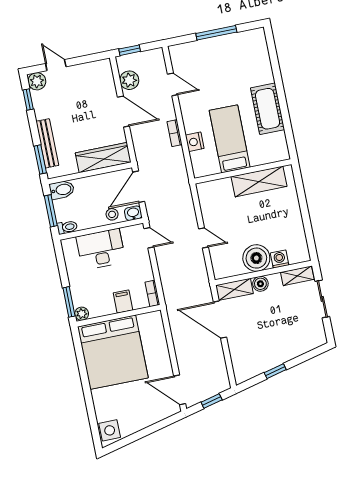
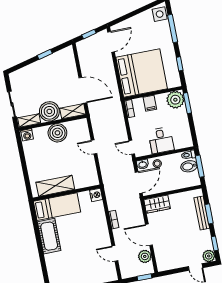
bed: (230, 139) -> (57, 207), moved, turned -90
nightstand: (195, 142) -> (96, 195), moved
wardrobe: (103, 158) -> (157, 204), width x0.67
window: (40, 159) -> (209, 214), moved
bidet: (62, 190) -> (189, 166), moved
desk: (101, 249) -> (161, 140), width x0.73
washing machine: (280, 259) -> (27, 135), moved
boiler: (260, 284) -> (49, 111), width x1.86, depth x1.86
plant: (82, 314) -> (175, 100), width x1.88, depth x1.88
bed: (113, 352) -> (142, 73), moved, turned 90
window: (80, 359) -> (180, 64), added
door: (180, 390) -> (111, 42), hinge flipped
window: (91, 410) -> (173, 29), added

